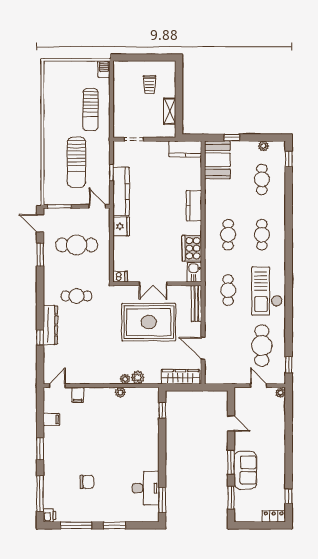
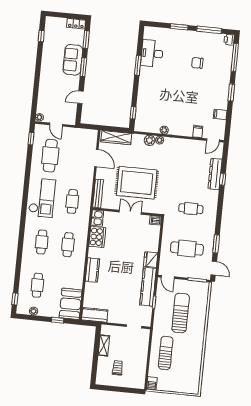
dresser: (50, 325) -> (215, 174), moved
door: (231, 423) -> (80, 97), hinge flipped
window: (162, 500) -> (138, 65), moved
locker: (274, 516) -> (76, 24), moved

